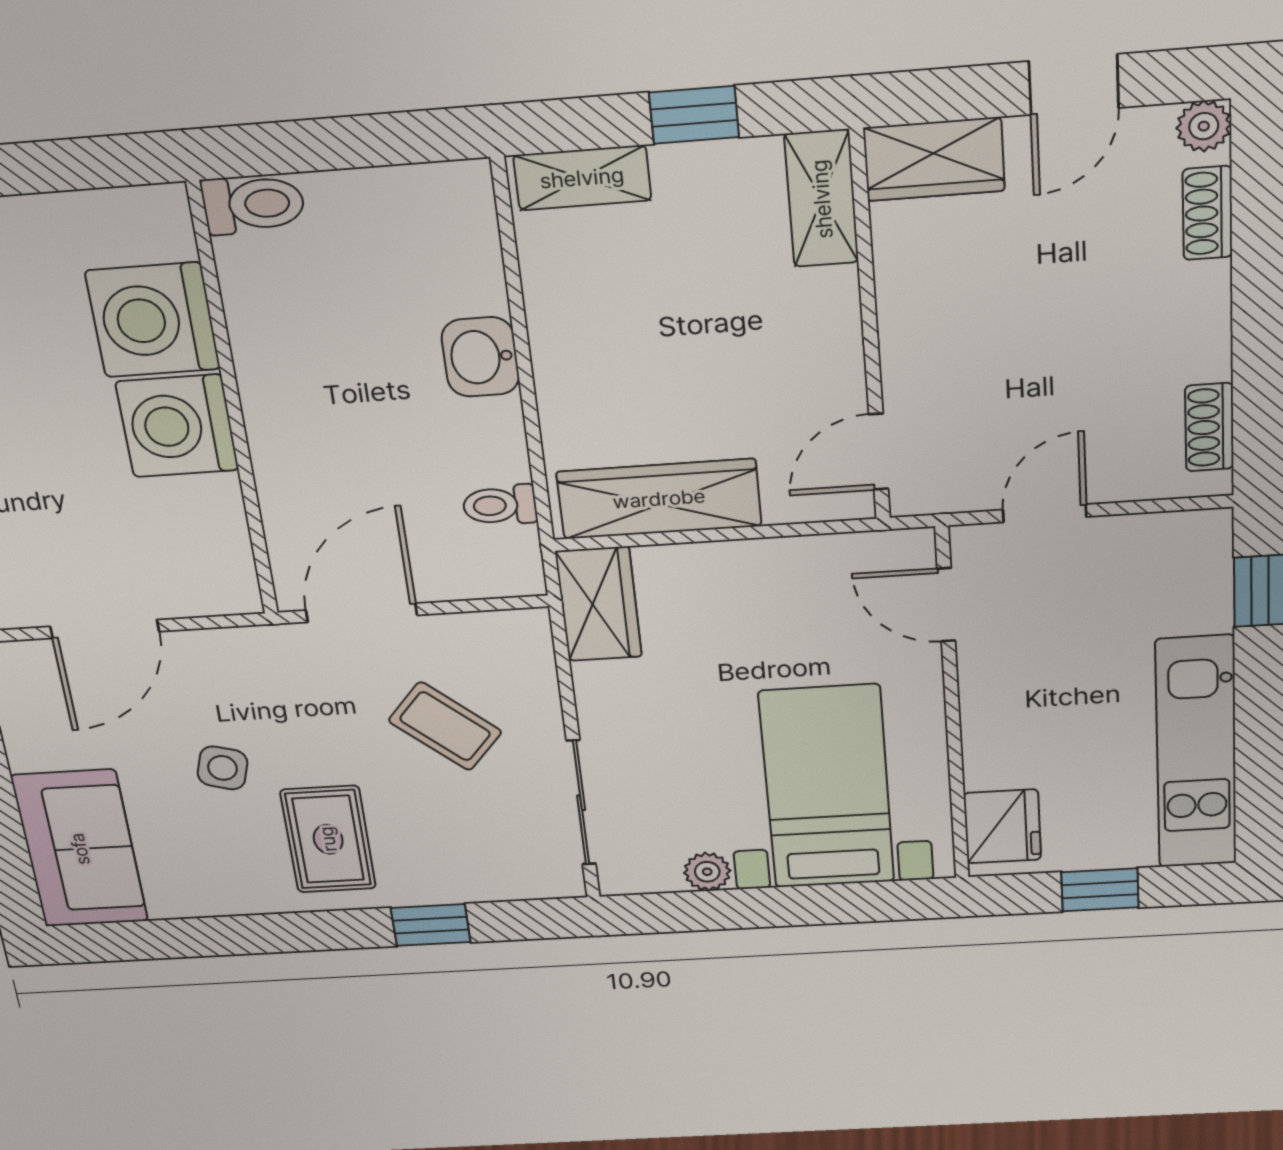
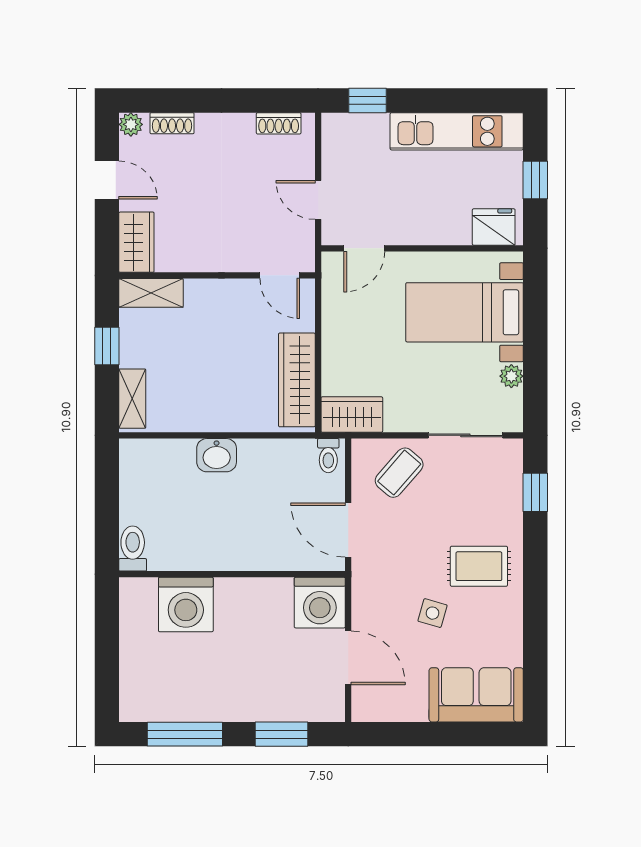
washing machine: (177, 426) -> (320, 603), moved
toilet: (500, 505) -> (328, 456), moved
coffee table: (445, 726) -> (399, 473), moved
window: (431, 925) -> (535, 492), moved

